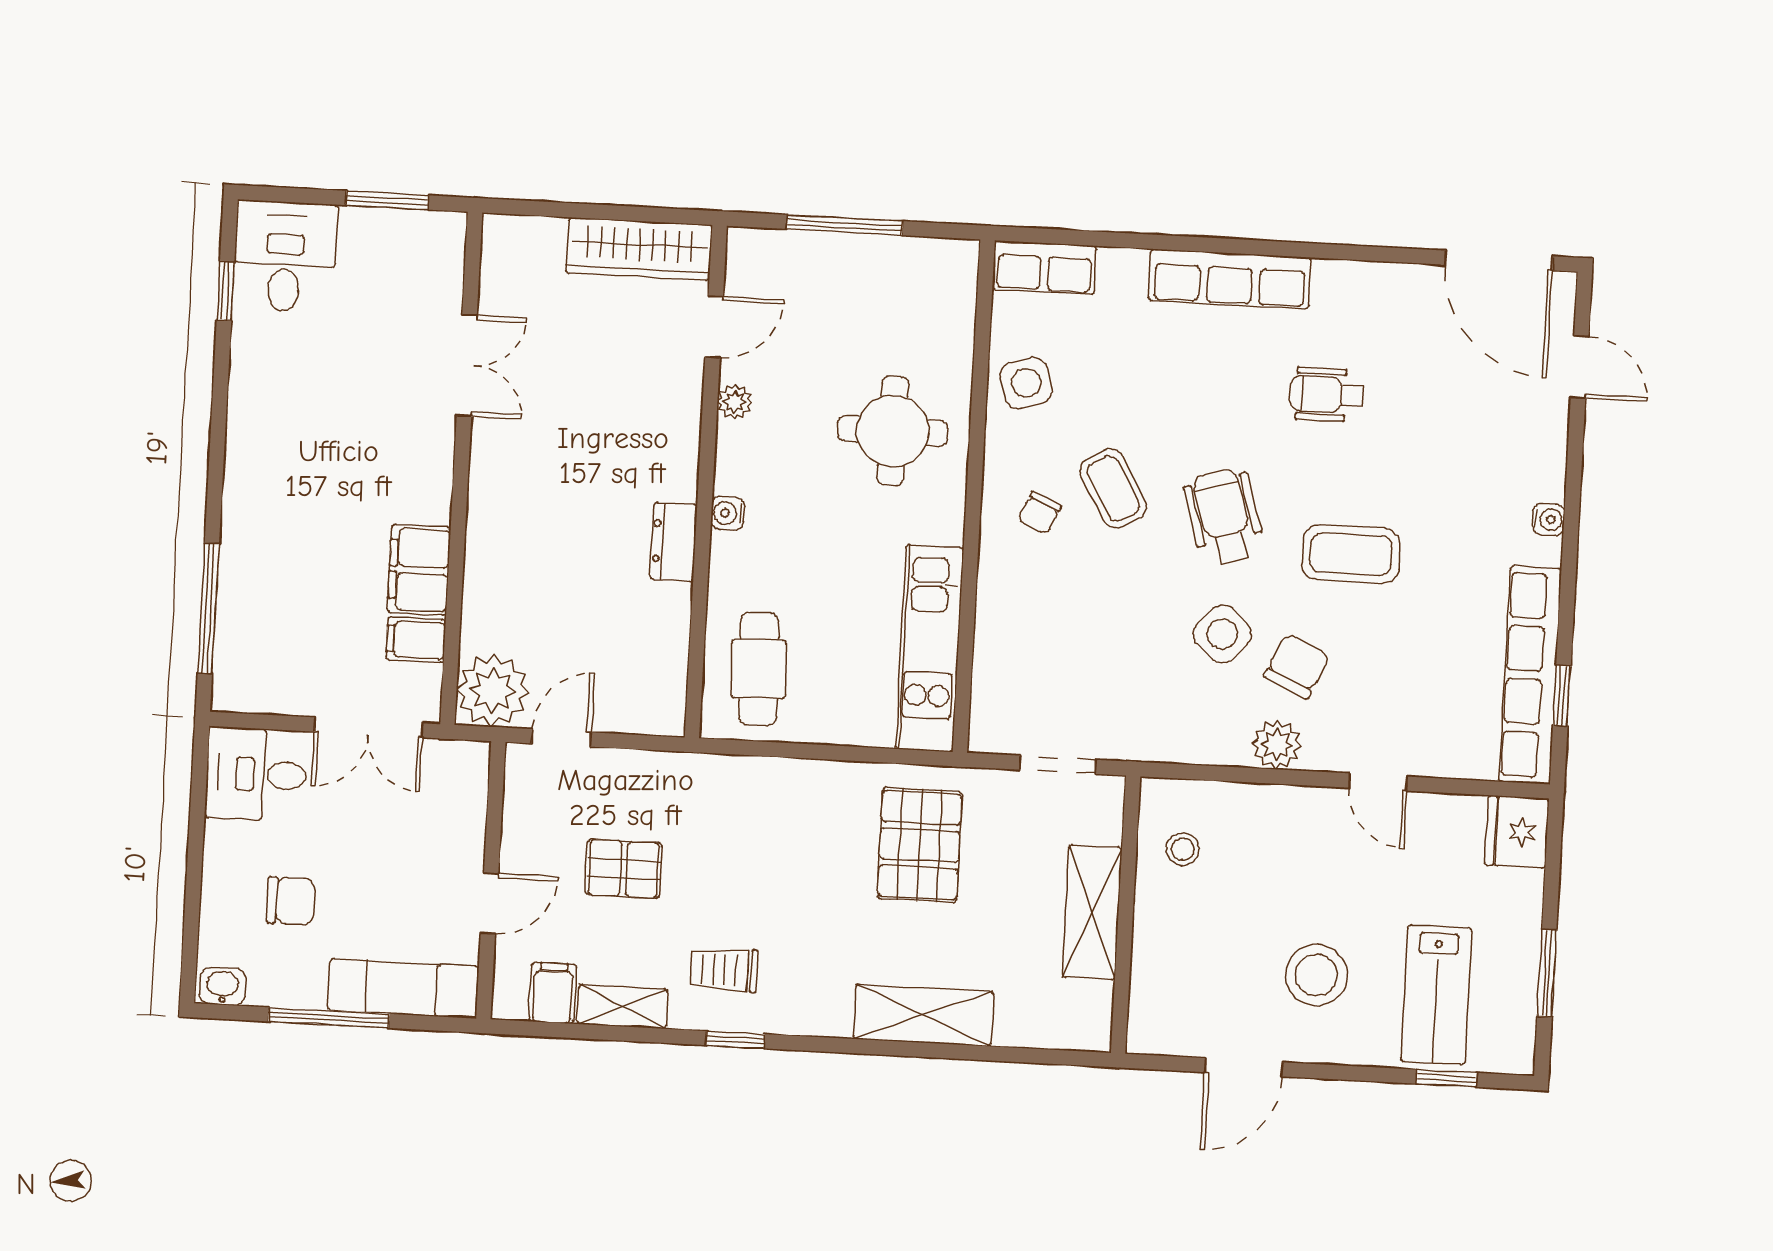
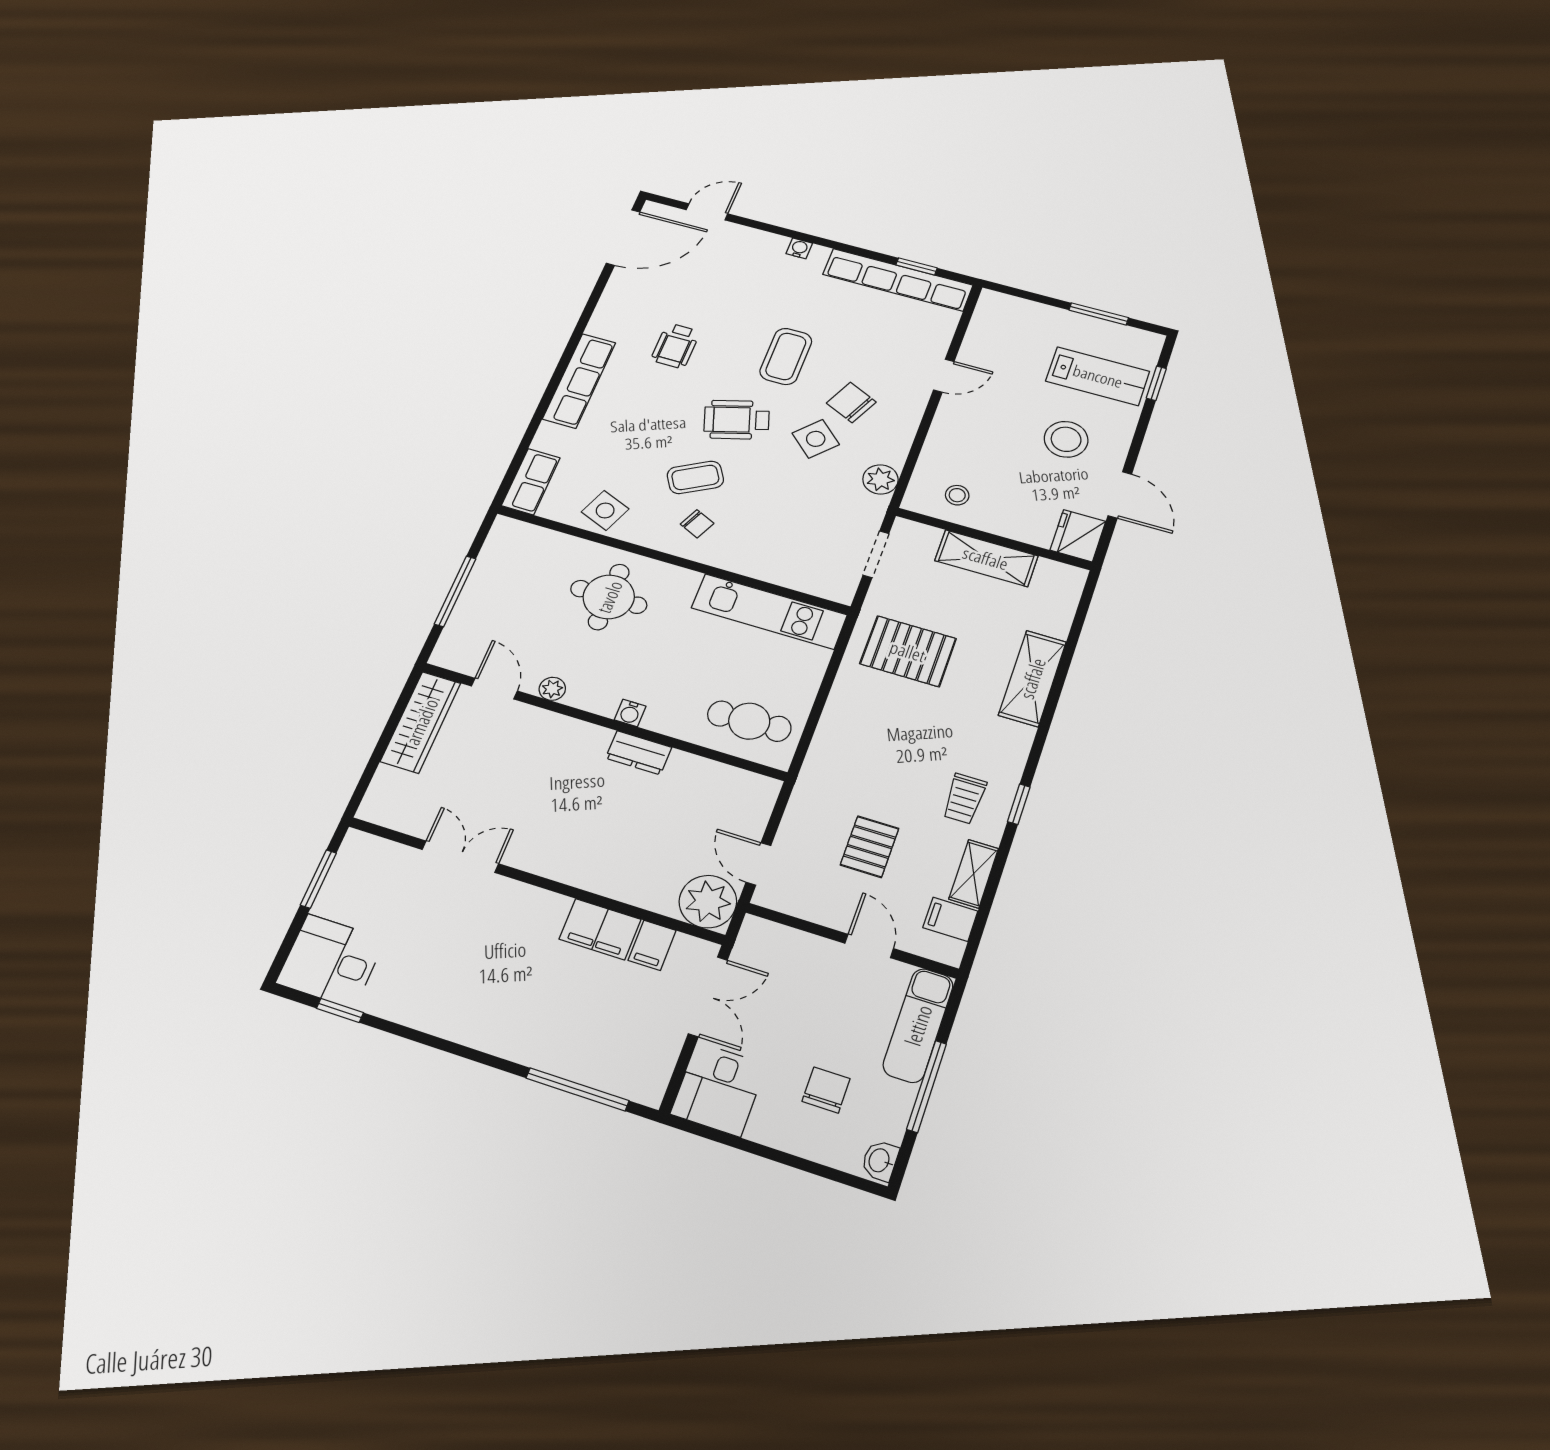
side table: (1026, 383) -> (605, 510), turned 38
plant: (1277, 745) -> (880, 479), moved
fridge: (1517, 832) -> (1078, 536), moved, turned 90

